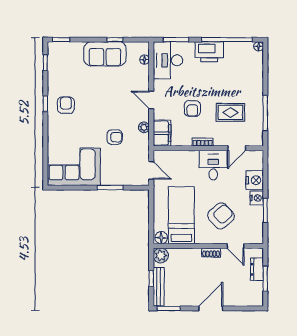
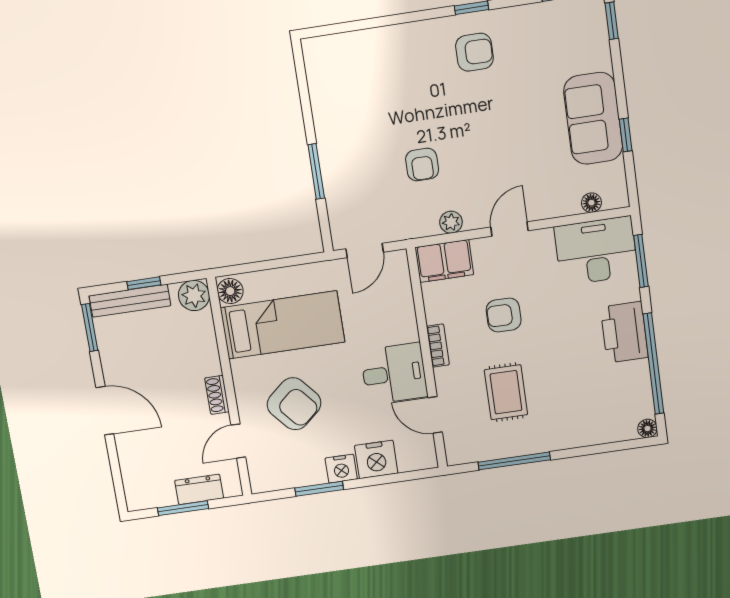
corner sofa: (74, 167) -> (348, 89), removed

